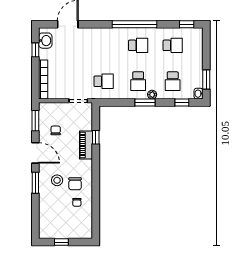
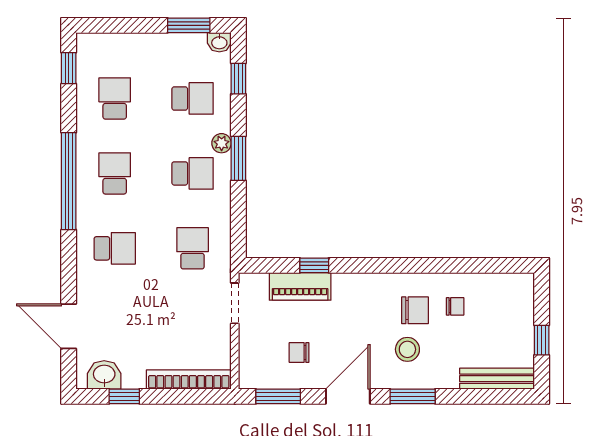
school desk: (104, 45) -> (115, 248), added
piano: (86, 145) -> (300, 286), moved
bench: (44, 222) -> (497, 379), added

